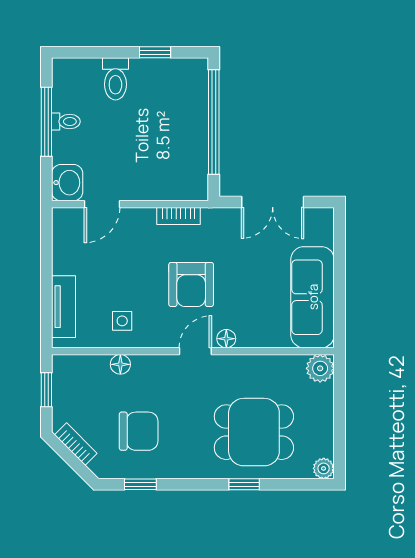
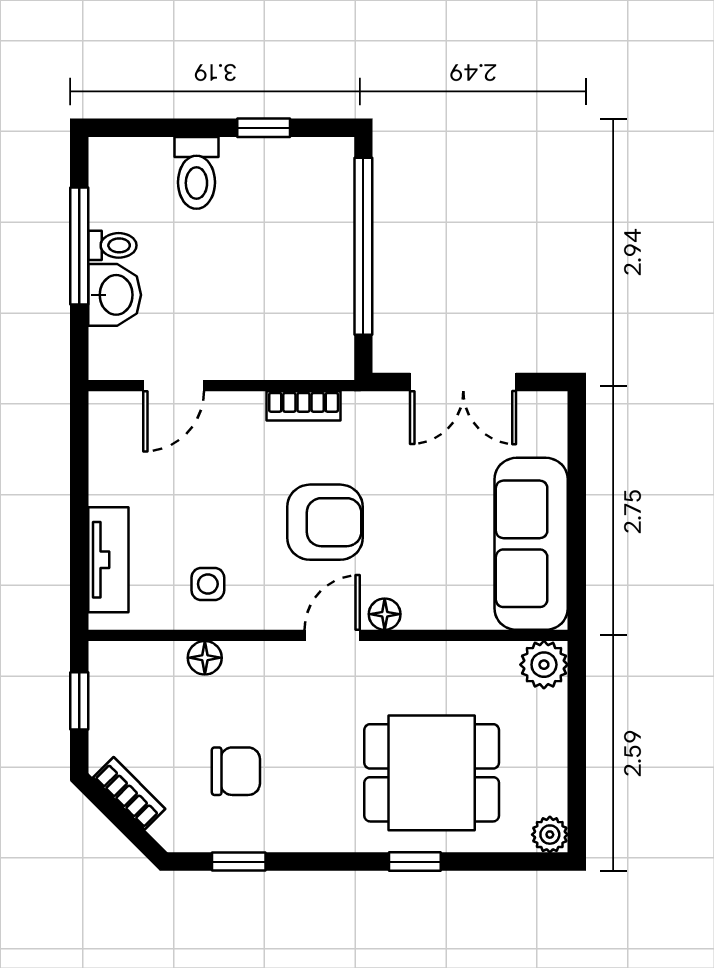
washbasin: (67, 183) -> (115, 295), moved
armchair: (191, 284) -> (325, 522), turned -90
chair: (139, 431) -> (236, 771), width x0.73, depth x0.73

